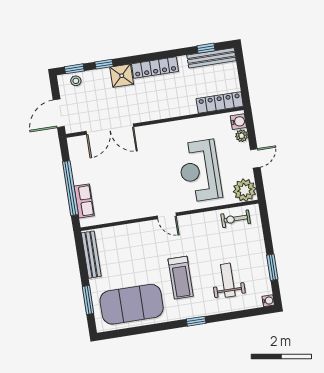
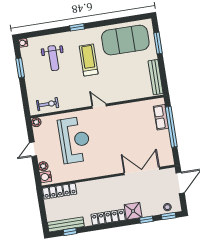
plant: (245, 190) -> (36, 122), width x0.53, depth x0.53

